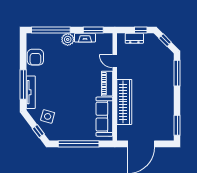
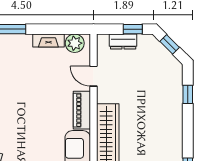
window: (93, 30) -> (61, 29), removed
plant: (68, 39) -> (75, 43), moved
window: (177, 73) -> (188, 94), width x0.46

